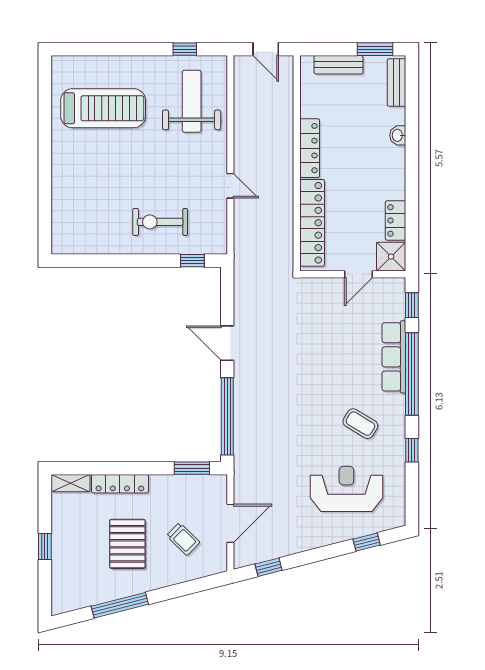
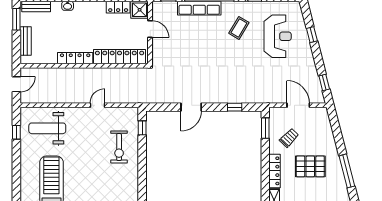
window: (227, 416) -> (235, 107), width x0.32
reception desk: (346, 489) -> (278, 36), turned 180
trolley: (183, 539) -> (289, 138), moved
window: (367, 542) -> (312, 35), moved

